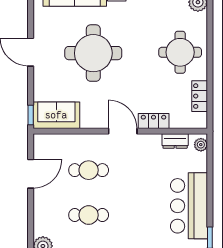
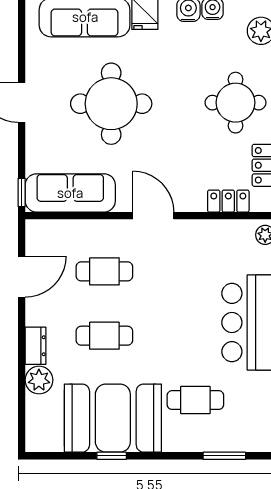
sofa: (56, 115) -> (70, 193), width x1.36
locker: (154, 121) -> (228, 201), moved
dresser: (175, 141) -> (36, 346), moved, turned -90

